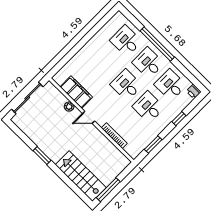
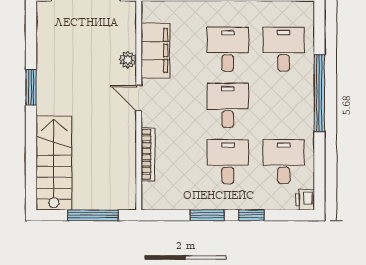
desk: (148, 63) -> (228, 49), moved
window: (153, 144) -> (207, 215), moved
window: (108, 190) -> (93, 215), moved

